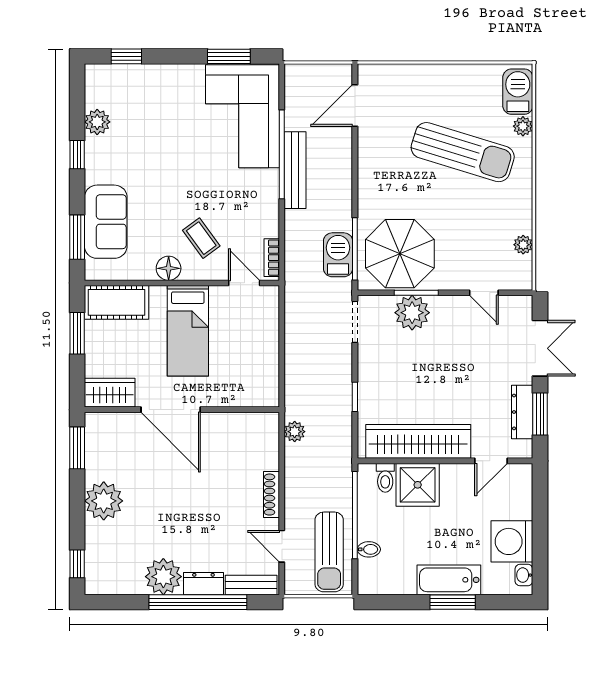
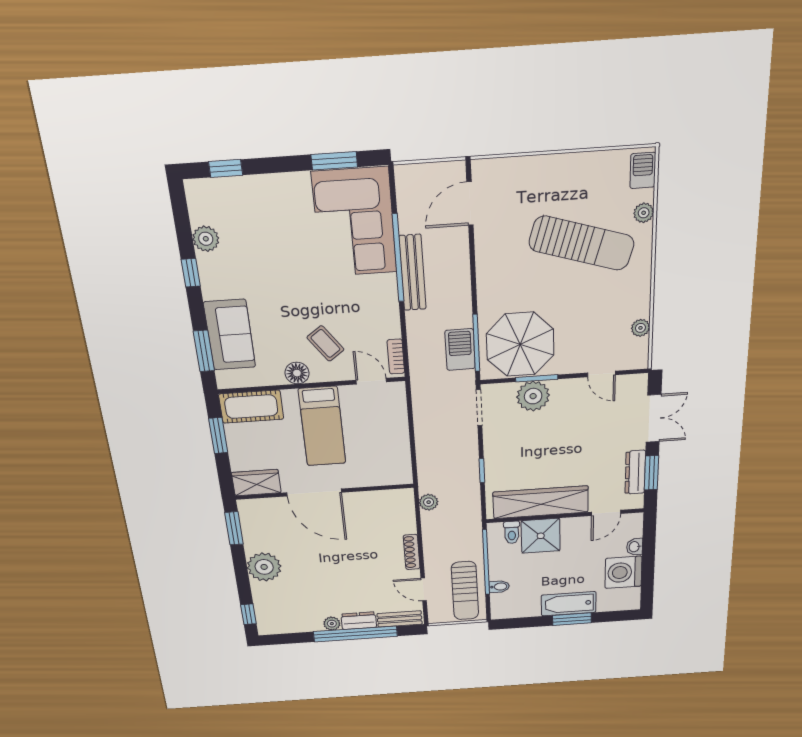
barbecue: (518, 92) -> (643, 170), width x0.73, depth x0.79
washbasin: (524, 575) -> (635, 547), moved
plant: (163, 577) -> (332, 624), width x0.53, depth x0.53

